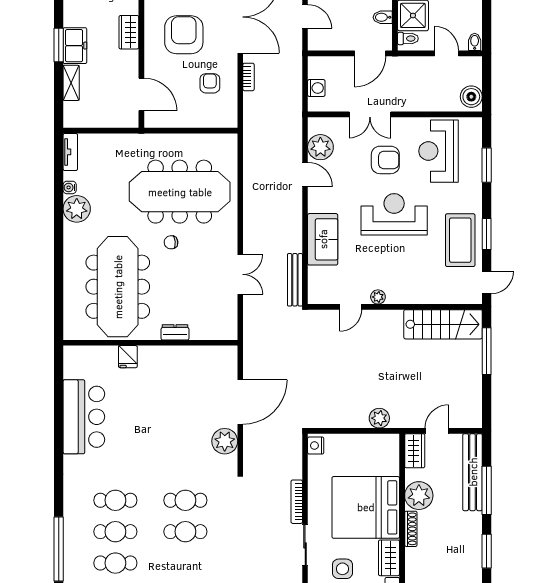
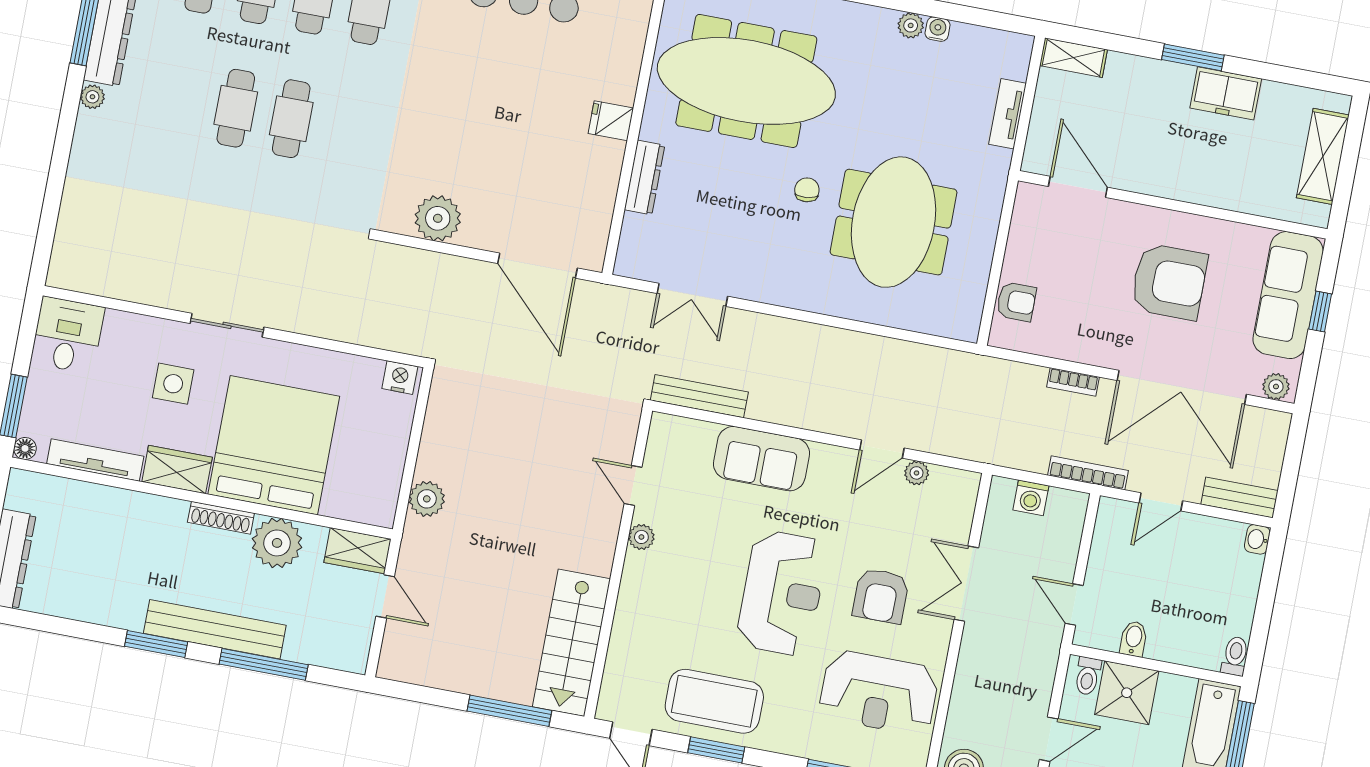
wardrobe: (129, 32) -> (1192, 186), removed
freezer: (75, 46) -> (1226, 93), moved
door: (370, 53) -> (1074, 604), width x0.73
shelving: (71, 83) -> (1073, 58), moved
armchair: (210, 83) -> (1016, 302), moved
door: (141, 94) -> (1078, 187), swing flipped
plant: (320, 147) -> (917, 473), width x0.53, depth x0.53
reception desk: (439, 151) -> (879, 693), turned 180
tv unit: (70, 152) -> (1008, 114), moved, turned 90
meeting table: (180, 192) -> (894, 222), width x0.73
plant: (77, 209) -> (911, 25), width x0.53, depth x0.53
double door: (240, 274) -> (692, 295), moved
dresser: (175, 332) -> (645, 178), width x1.44
fridge: (128, 357) -> (611, 121), moved
door: (240, 402) -> (538, 266), moved
bench: (473, 472) -> (215, 629), moved
cafe table: (185, 500) -> (236, 108), moved
bookcase: (297, 502) -> (1088, 473), moved

